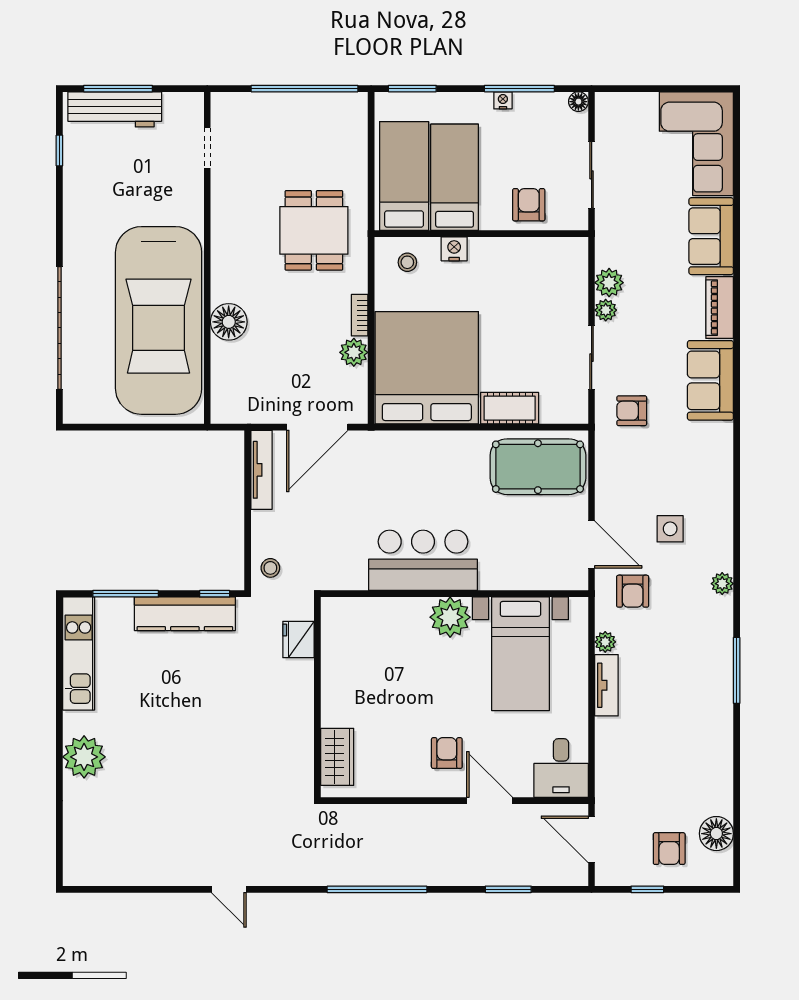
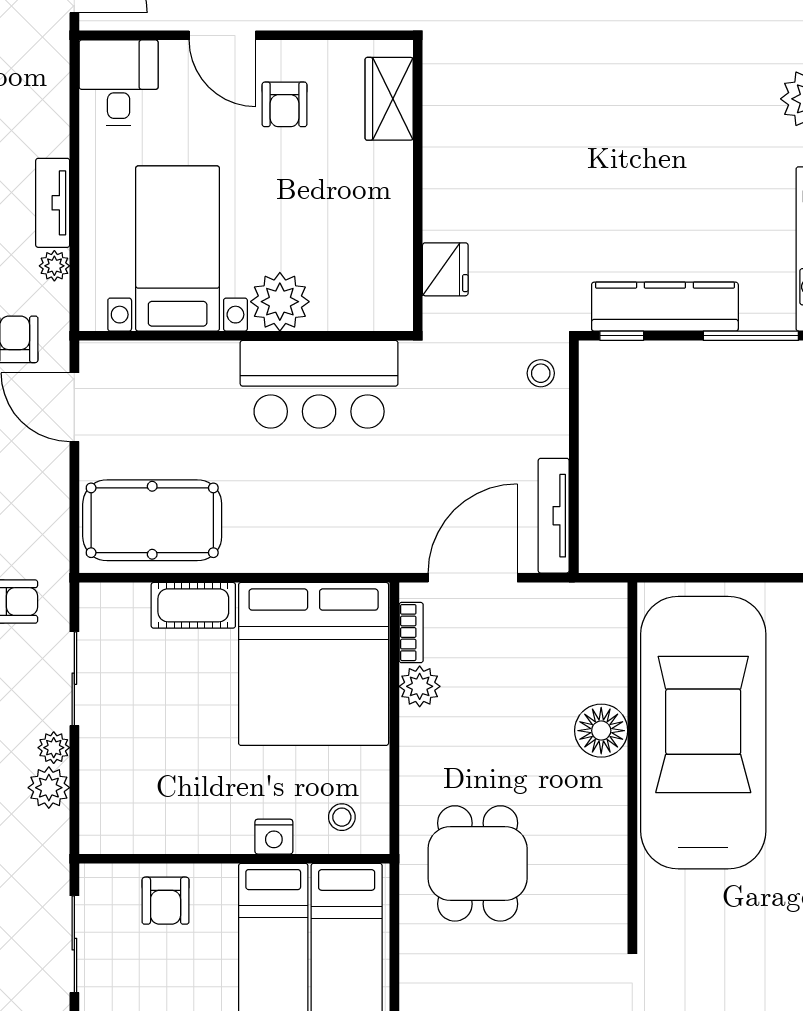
bookcase: (360, 315) -> (411, 633), moved
fridge: (299, 639) -> (445, 269), moved
wall: (317, 697) -> (418, 186), moved
wardrobe: (337, 757) -> (389, 99), moved

